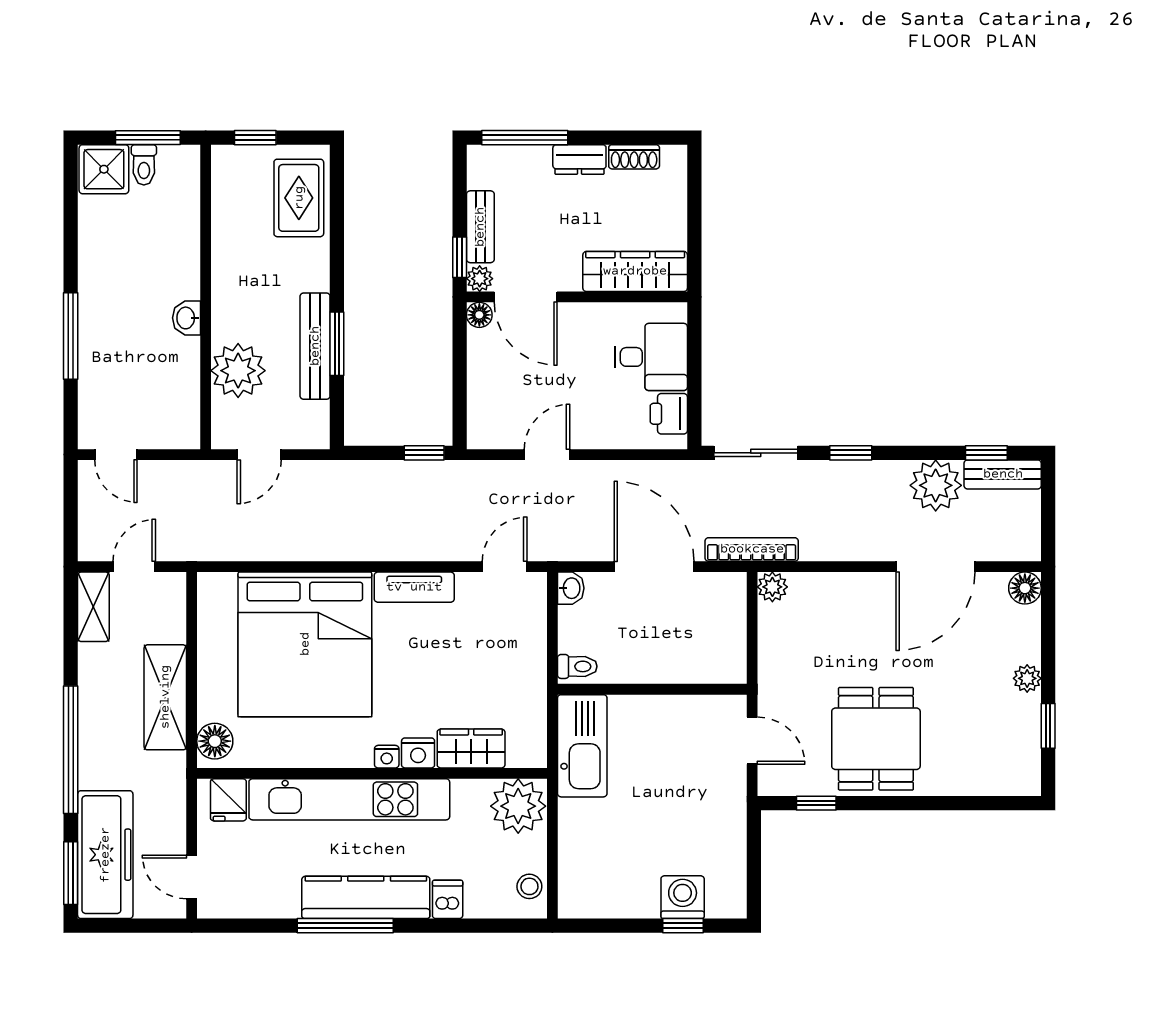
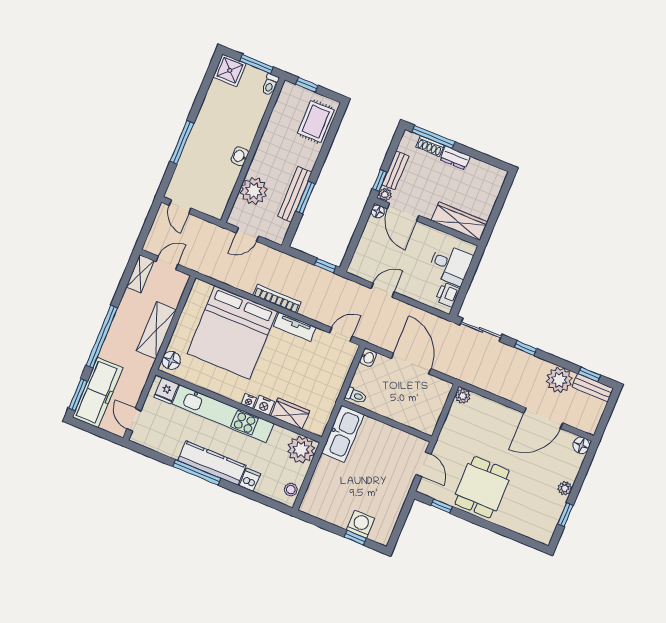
shoe rack: (634, 157) -> (430, 146), moved
toilet: (144, 165) -> (270, 85), moved
bookcase: (752, 549) -> (277, 299), moved

